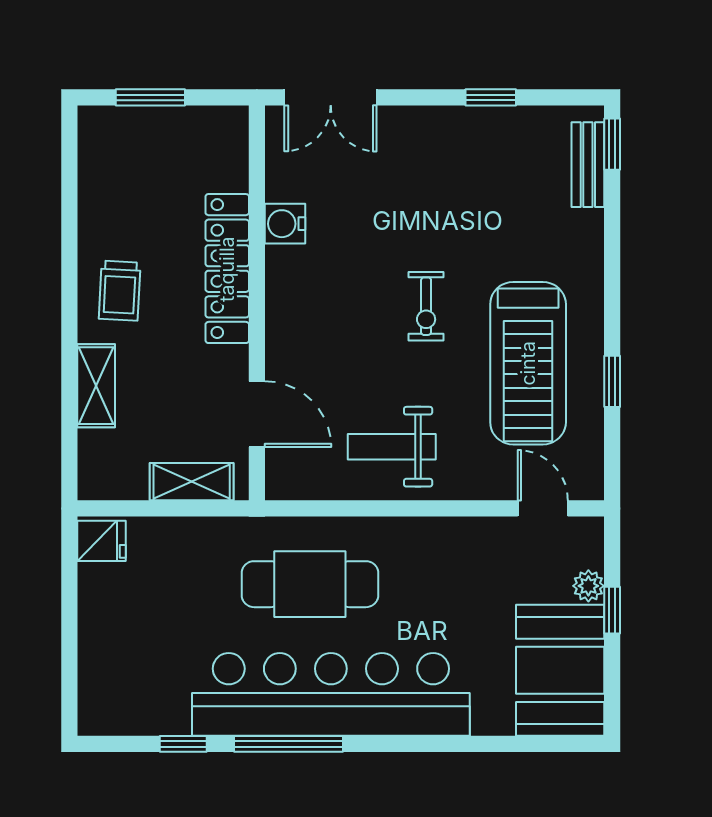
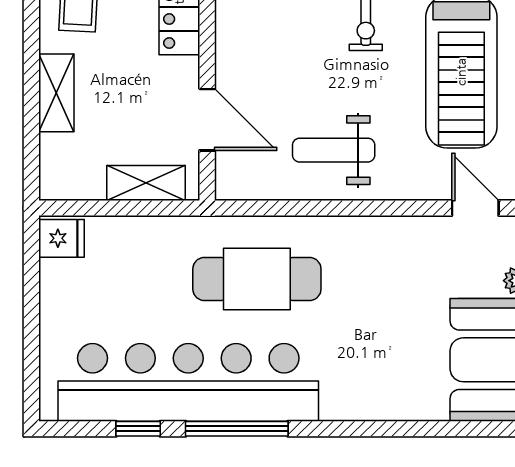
bar counter: (331, 694) -> (188, 382), moved

